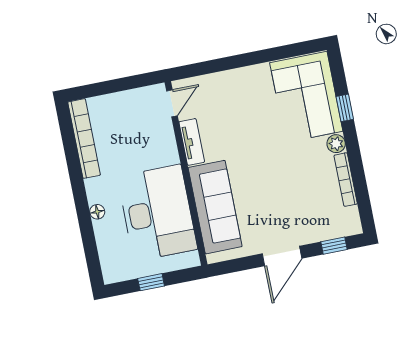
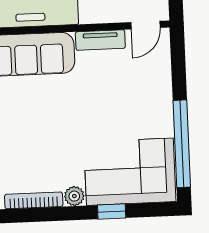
window: (274, 54) -> (182, 144), added
door: (172, 103) -> (145, 25), hinge flipped

